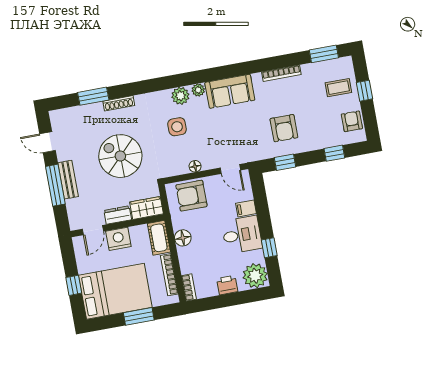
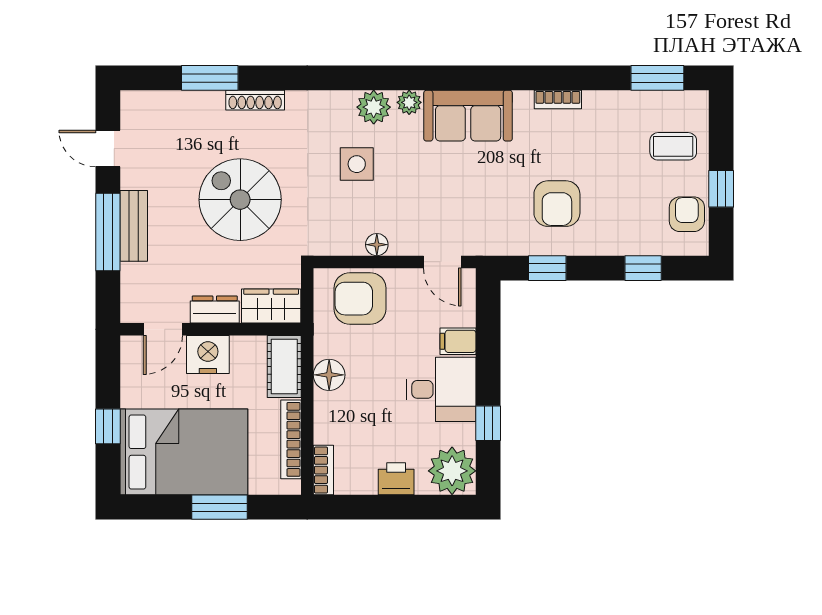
bookcase: (281, 73) -> (558, 100), width x0.64
window: (365, 91) -> (721, 189), moved

